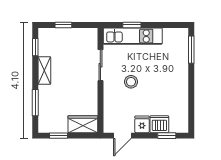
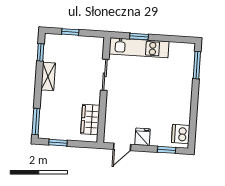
stool: (131, 82) -> (134, 93), removed
window: (35, 103) -> (36, 122), moved
wardrobe: (83, 124) -> (90, 120), moved, turned -90
dishwasher: (159, 124) -> (181, 134), moved, turned -90

